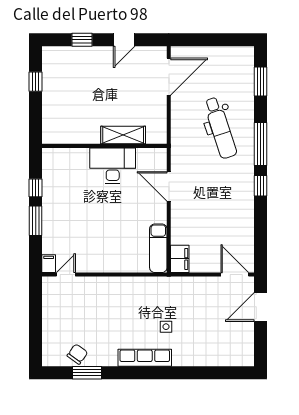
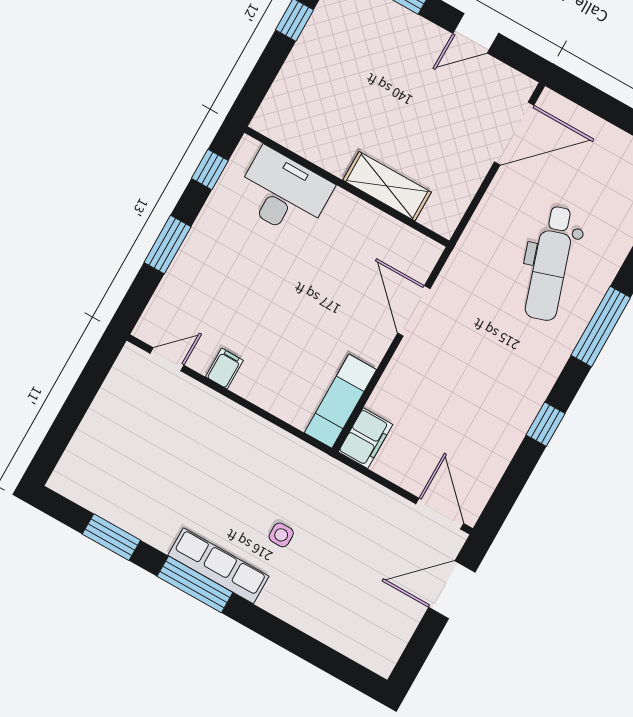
desk: (113, 166) -> (284, 193), moved
window: (261, 186) -> (545, 424), moved
window: (36, 188) -> (210, 169), moved
filing cabinet: (49, 264) -> (224, 369), moved
chair: (77, 354) -> (113, 498), removed
window: (139, 373) -> (195, 584), added

